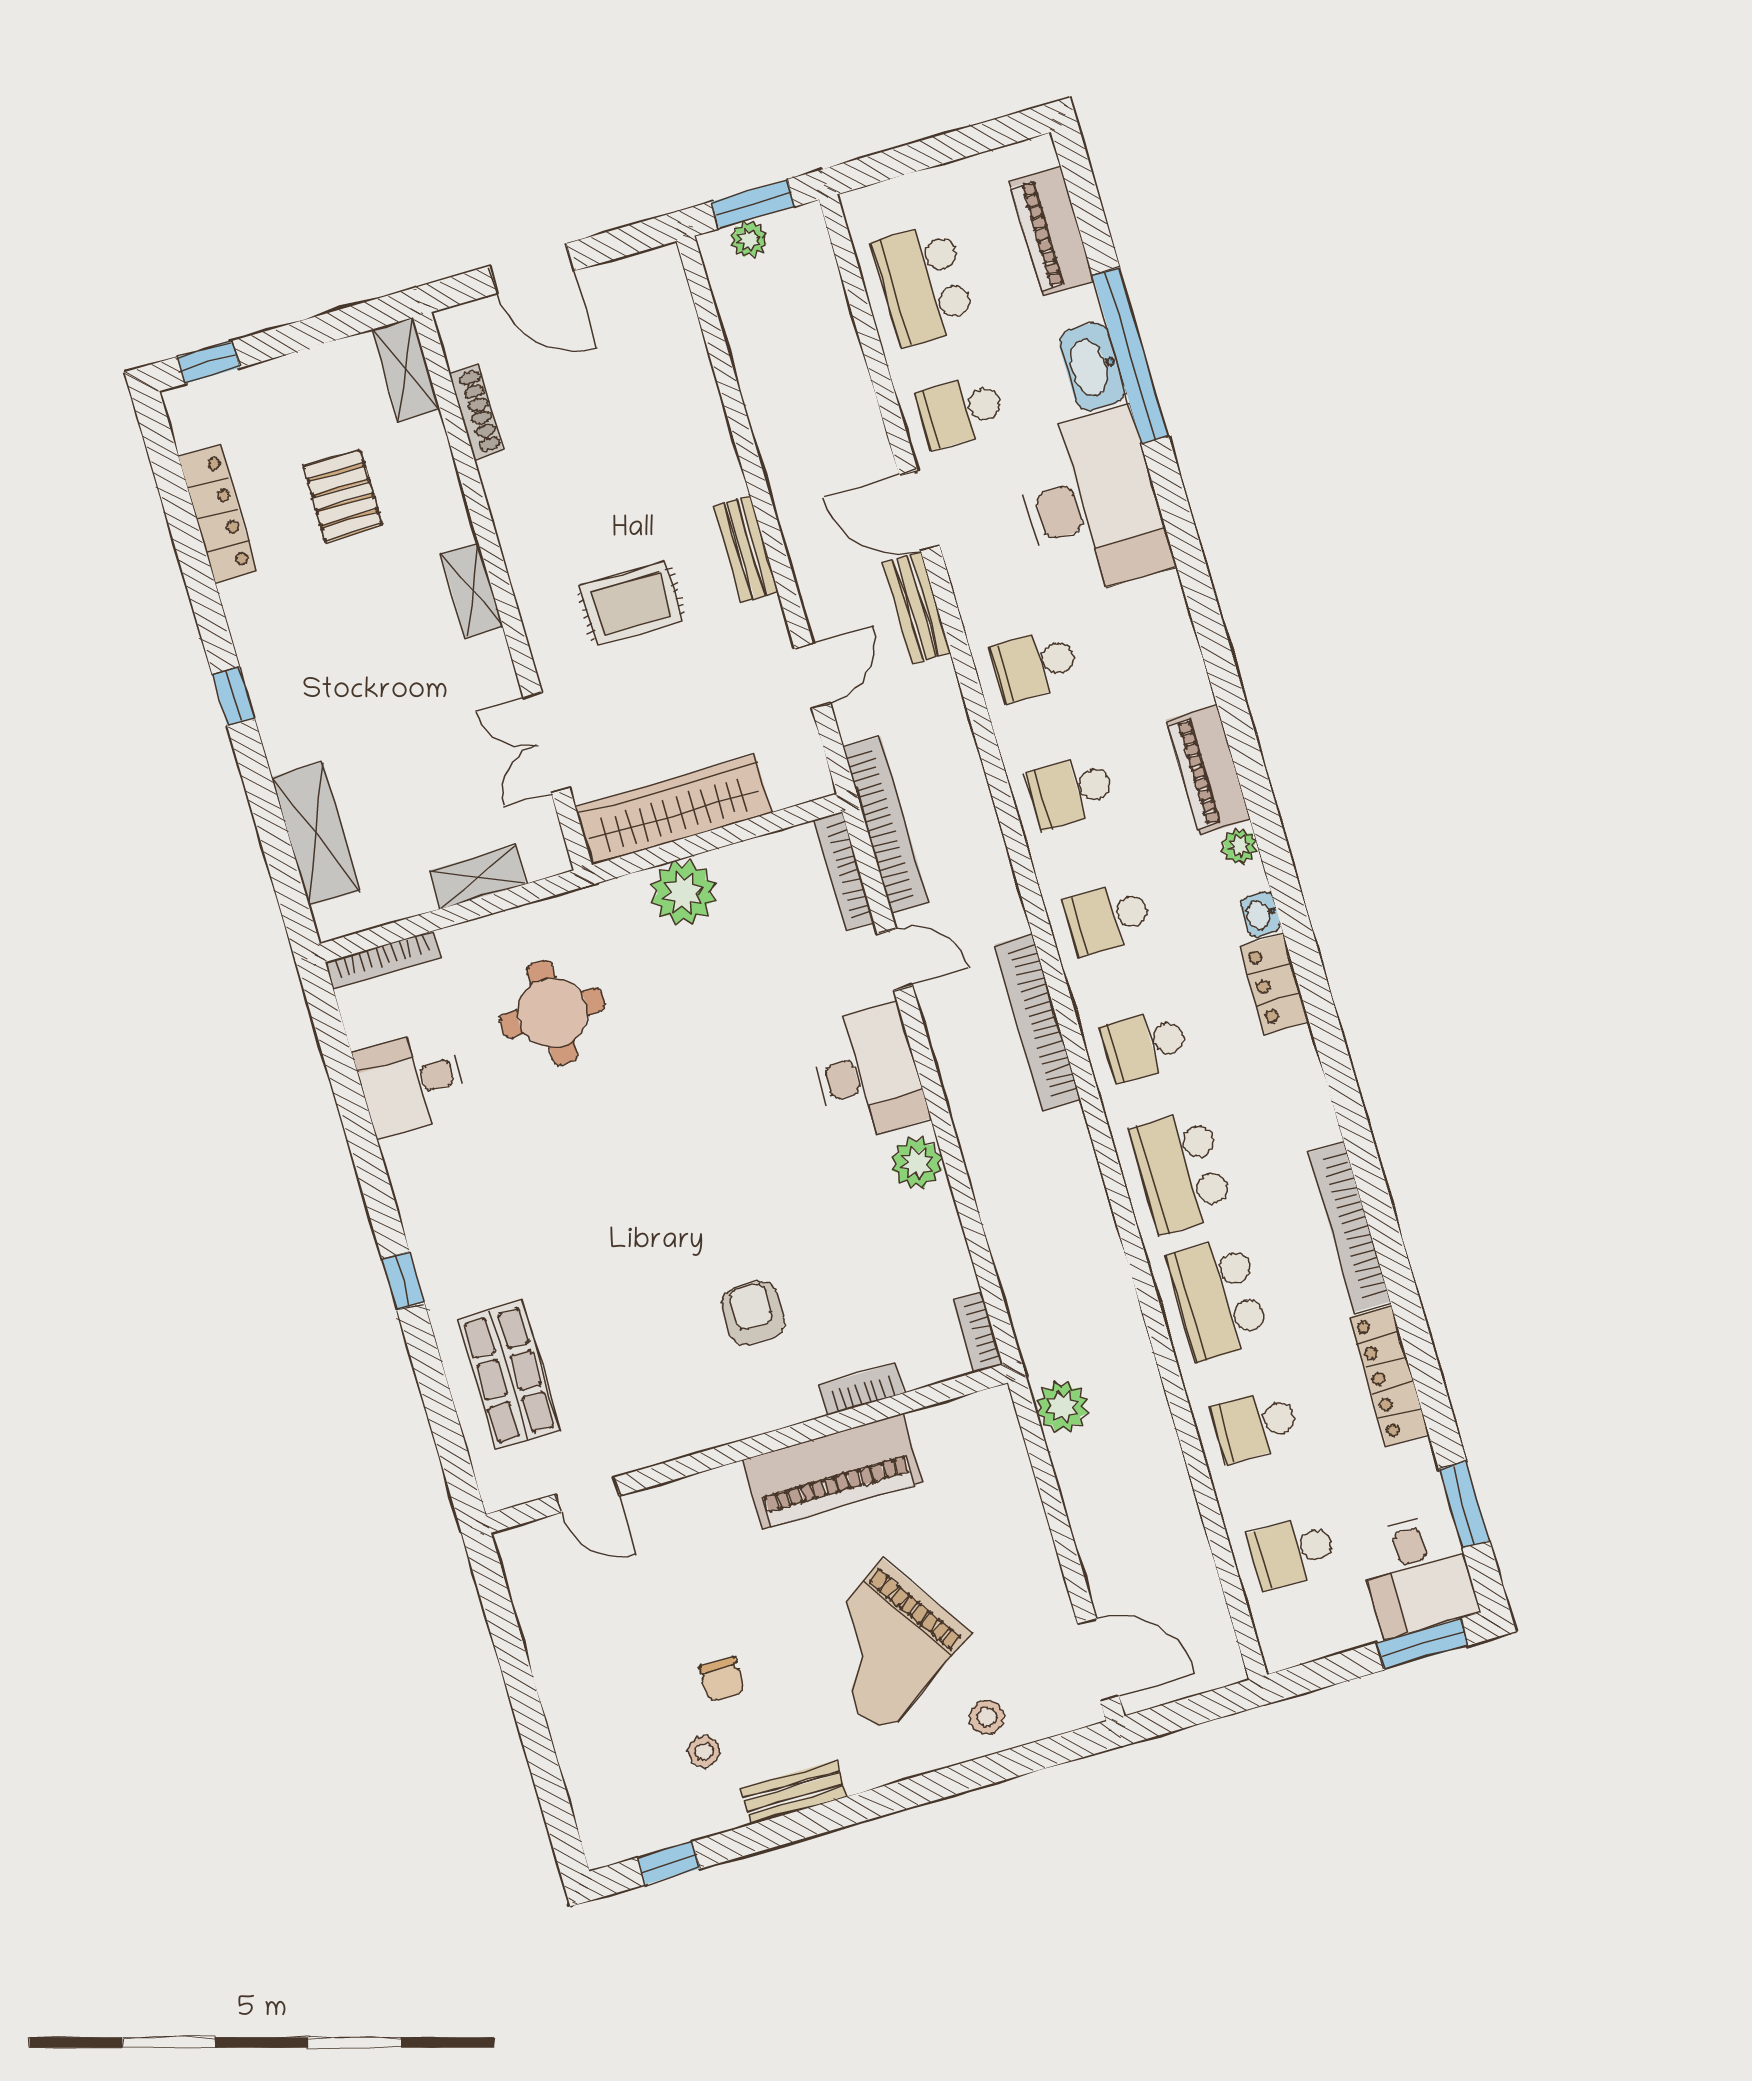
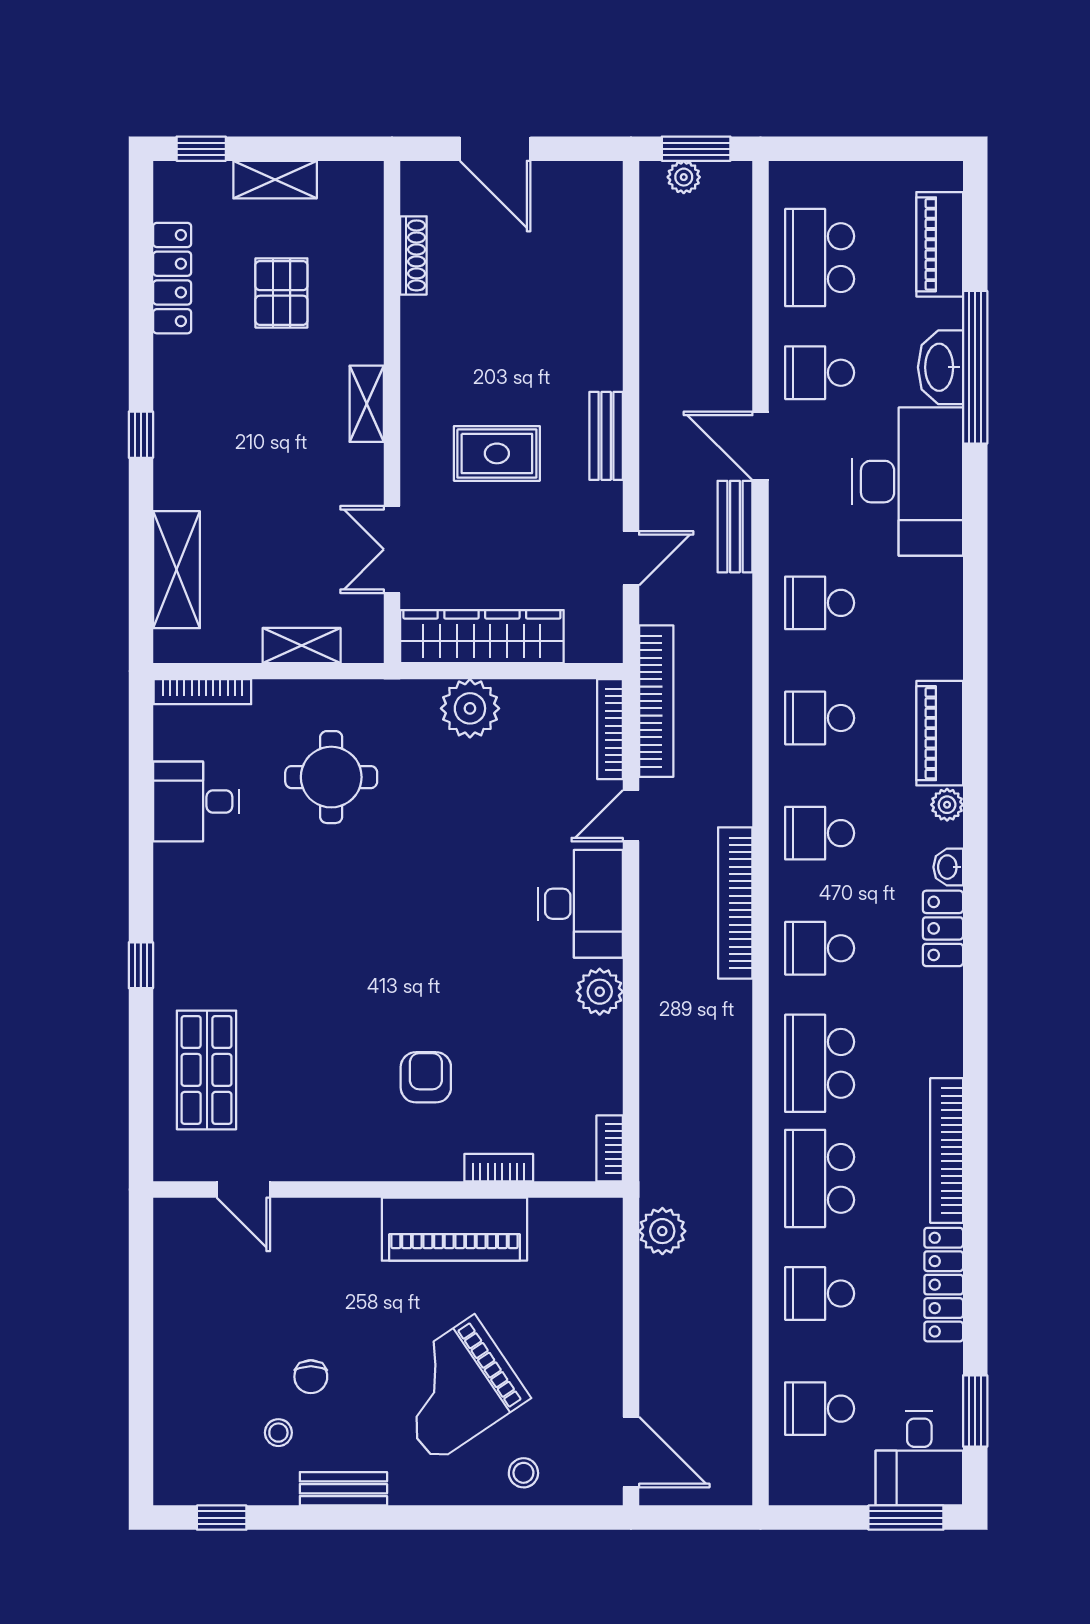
shelving: (406, 369) -> (275, 180), moved, turned 90
door: (895, 959) -> (631, 816), swing flipped

